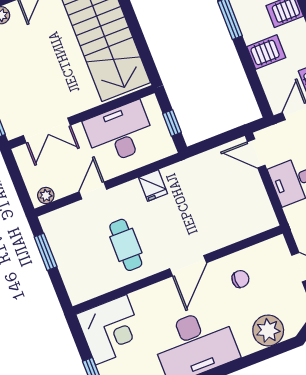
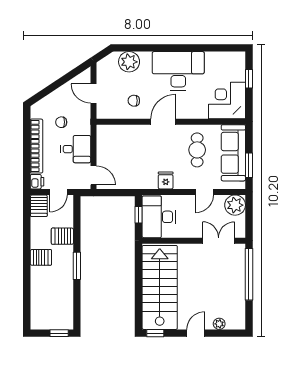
desk: (120, 133) -> (159, 217), moved, turned 90
plant: (46, 195) -> (235, 205), width x1.88, depth x1.88
sofa: (74, 261) -> (233, 153), added

